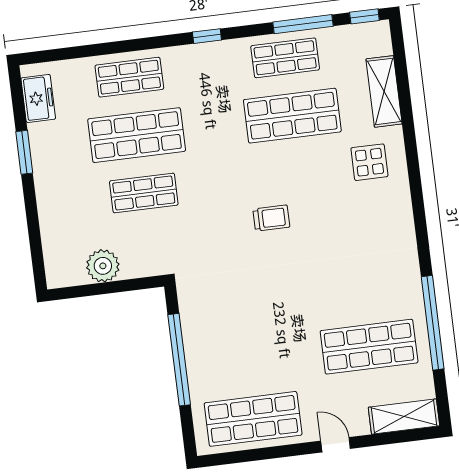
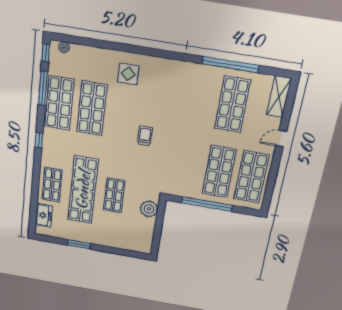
plant: (383, 45) -> (64, 47), added
shop shelf: (285, 58) -> (59, 103), width x1.43, depth x1.36
shelving: (384, 91) -> (90, 54), removed
freezer: (38, 98) -> (44, 215), moved, turned 90
shop shelf: (137, 135) -> (83, 190), width x1.40
plant: (103, 266) -> (149, 209), moved
shop shelf: (246, 362) -> (219, 172), added

